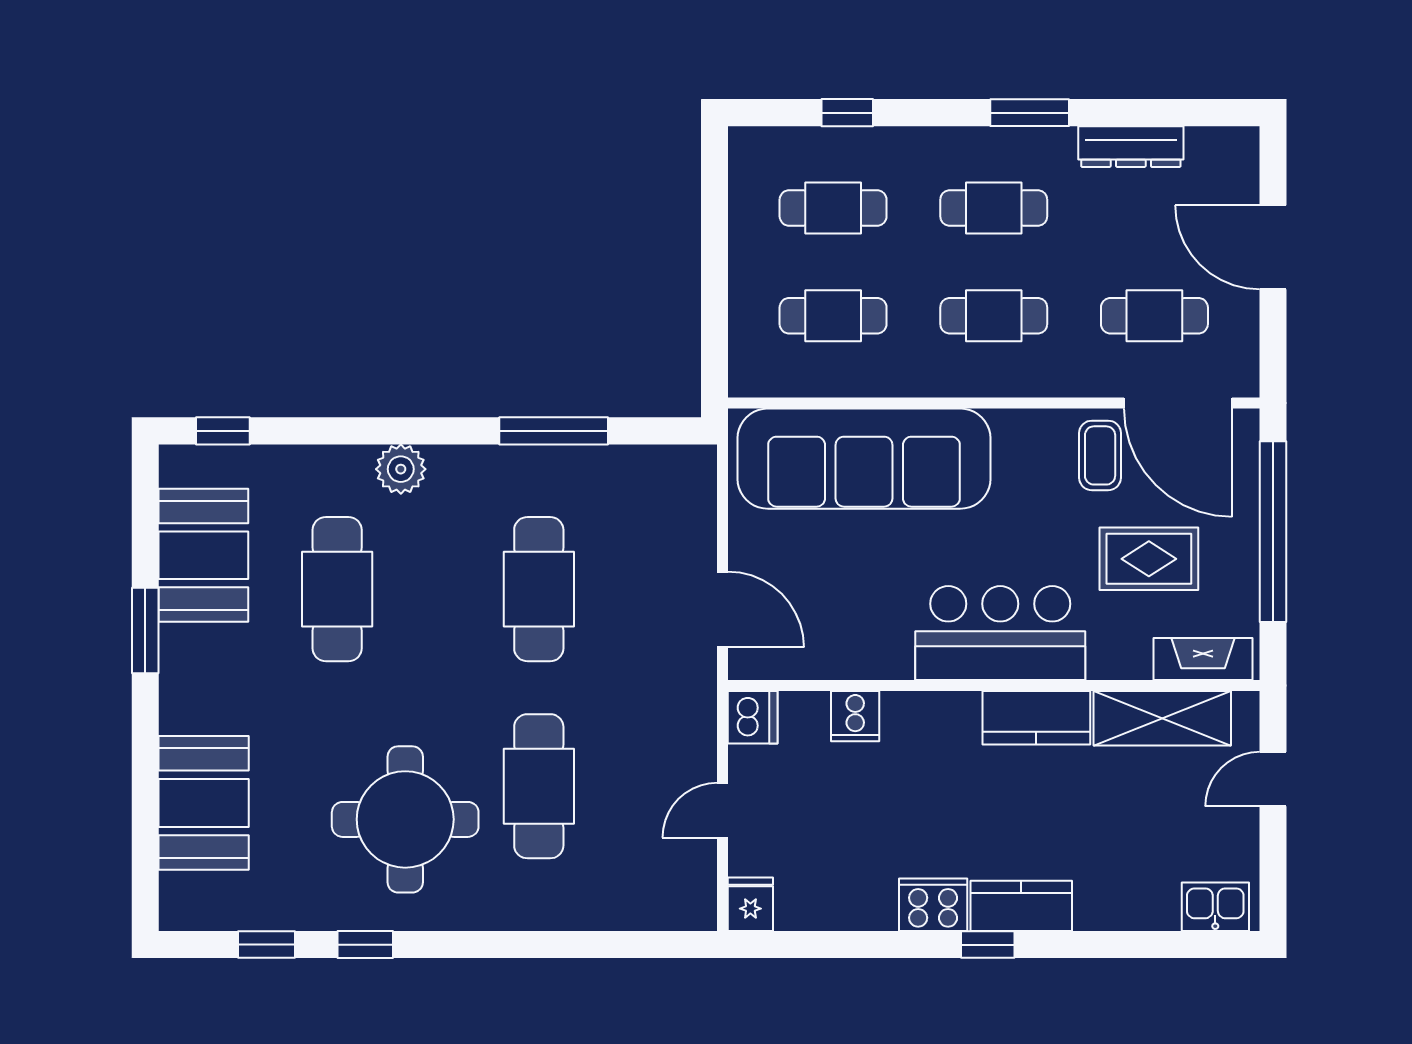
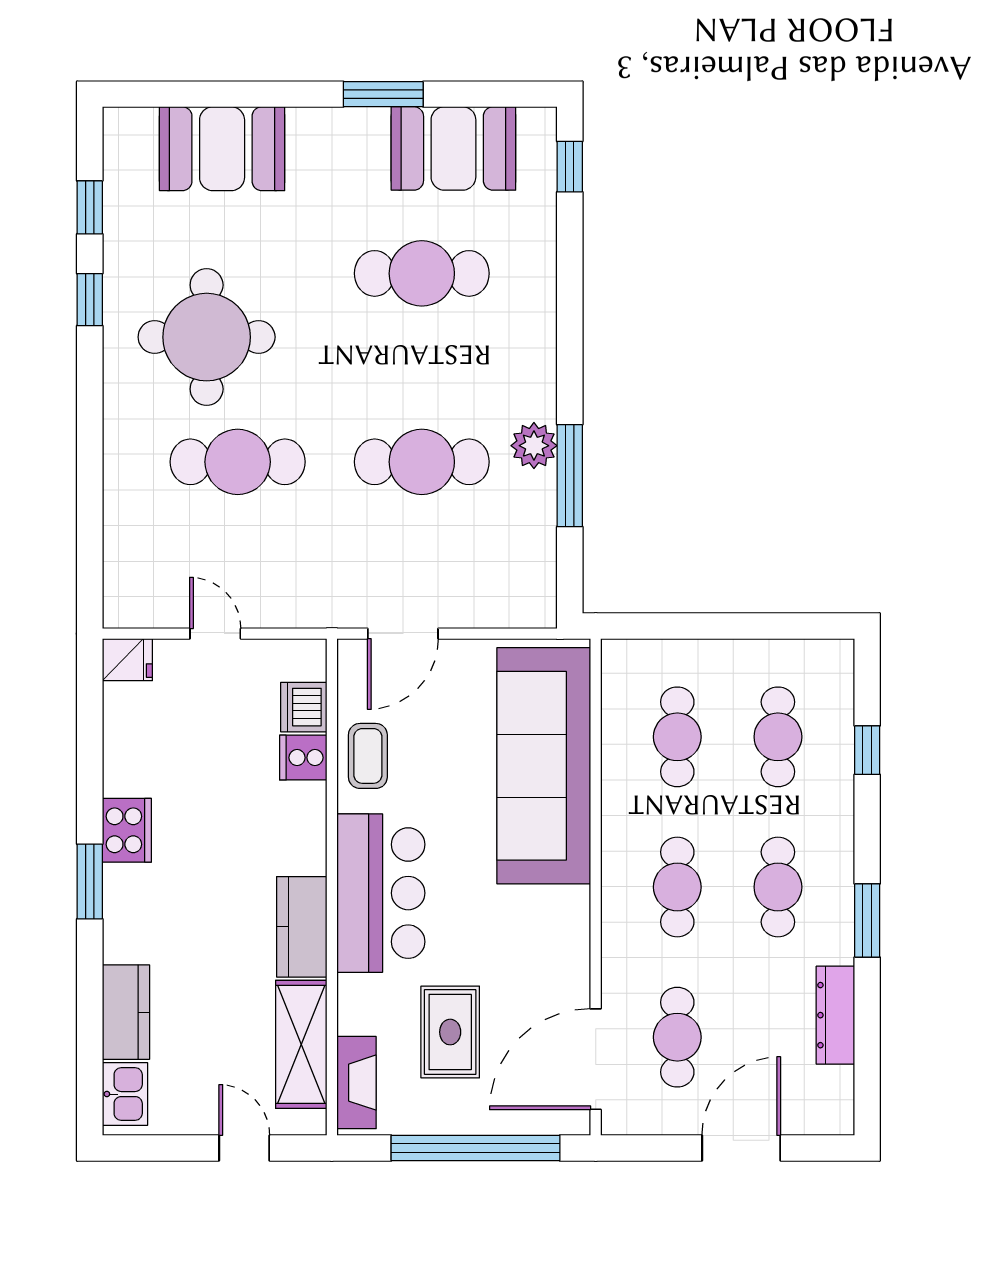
coffee table: (1100, 455) -> (368, 756), moved, turned 90
plant: (401, 469) -> (534, 446), moved
dishwasher: (753, 717) -> (304, 707), moved, turned 90
kitchen counter: (1021, 906) -> (126, 1012), moved
window: (988, 945) -> (90, 881), width x1.50

